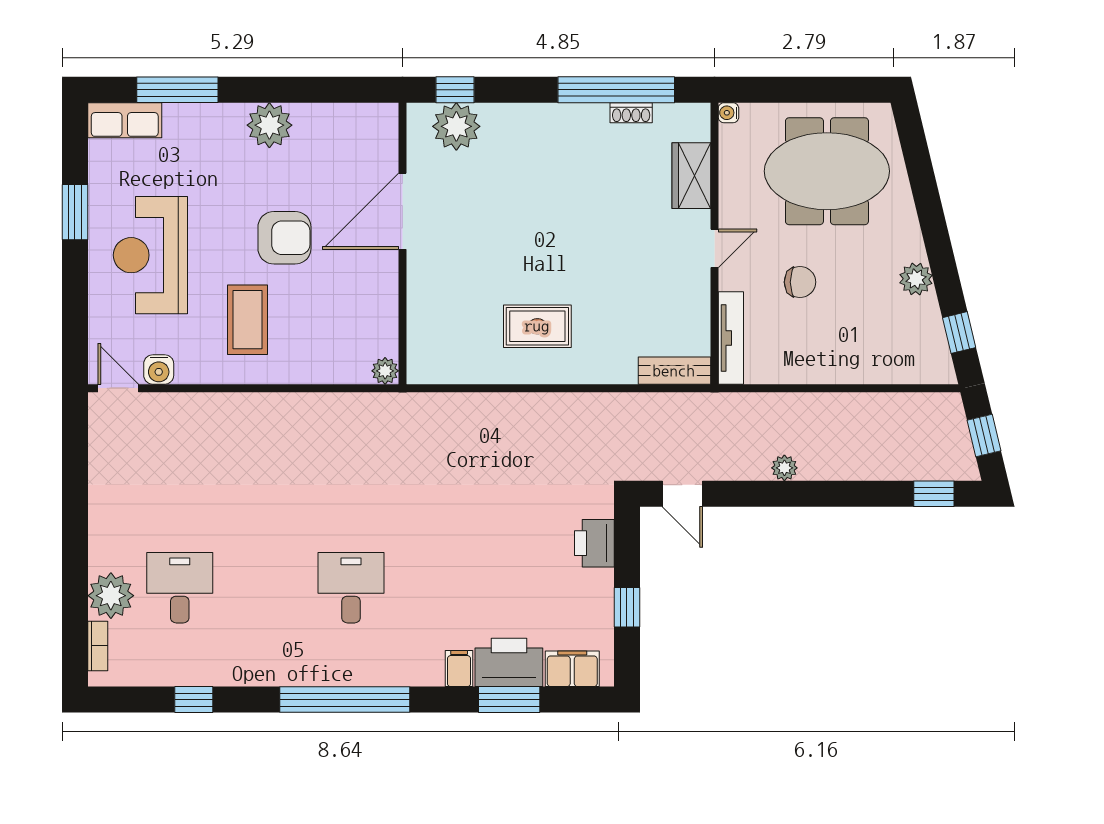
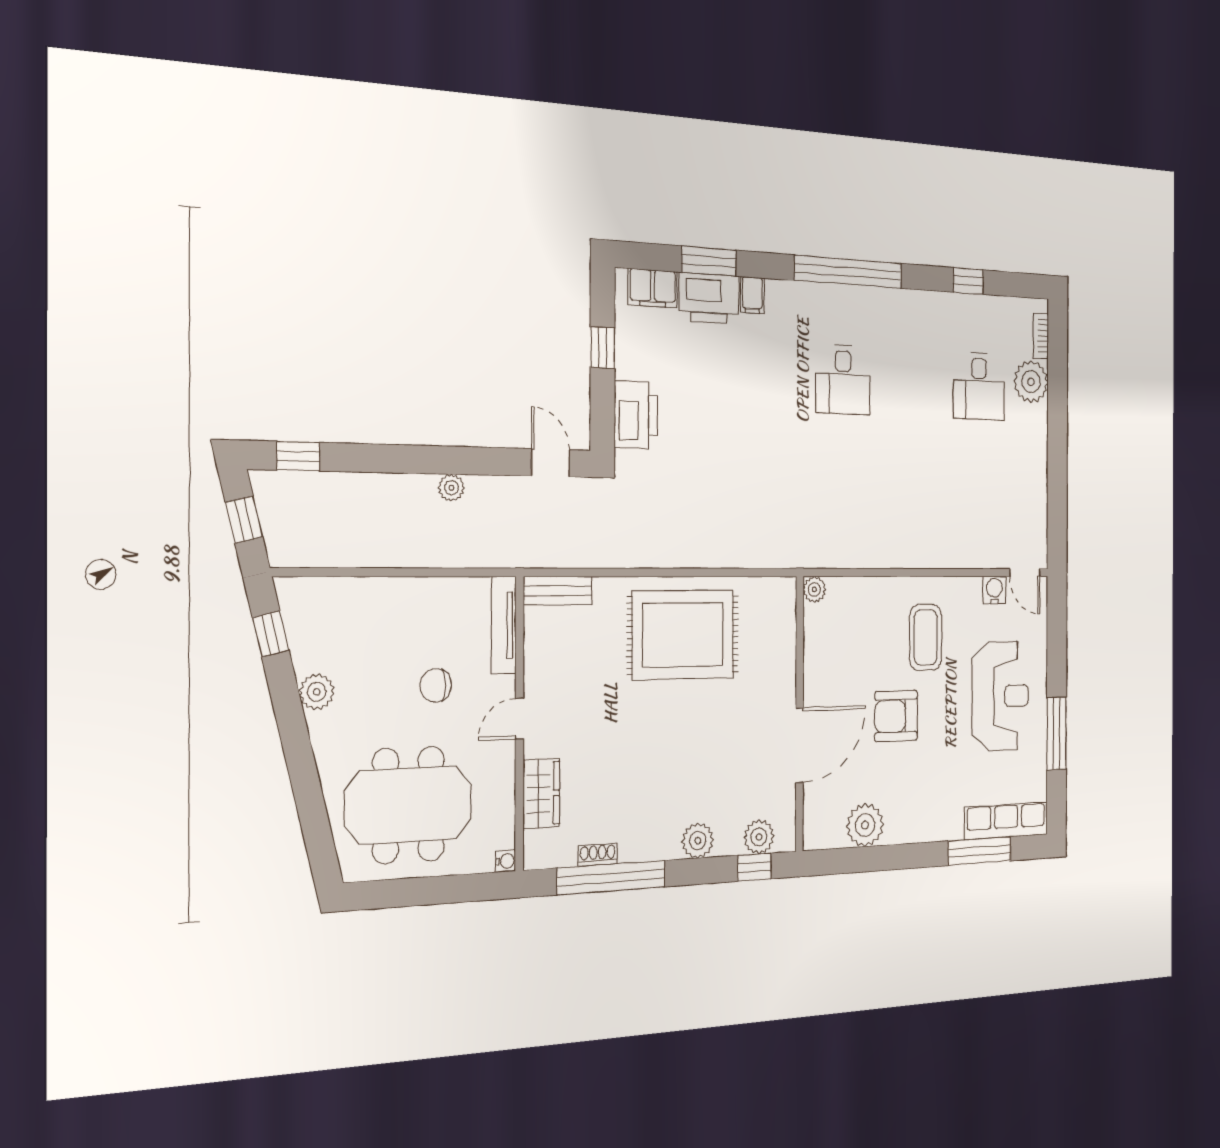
row of seats: (125, 120) -> (1006, 821), width x1.48
plant: (520, 120) -> (698, 841), added
plant: (269, 125) -> (865, 825), moved
plant: (456, 126) -> (759, 837), width x0.73, depth x0.73
window: (75, 212) -> (1057, 734), width x1.44
rug: (537, 326) -> (683, 635), width x1.86, depth x2.06
printer: (594, 543) -> (636, 415), width x1.37, depth x1.19

